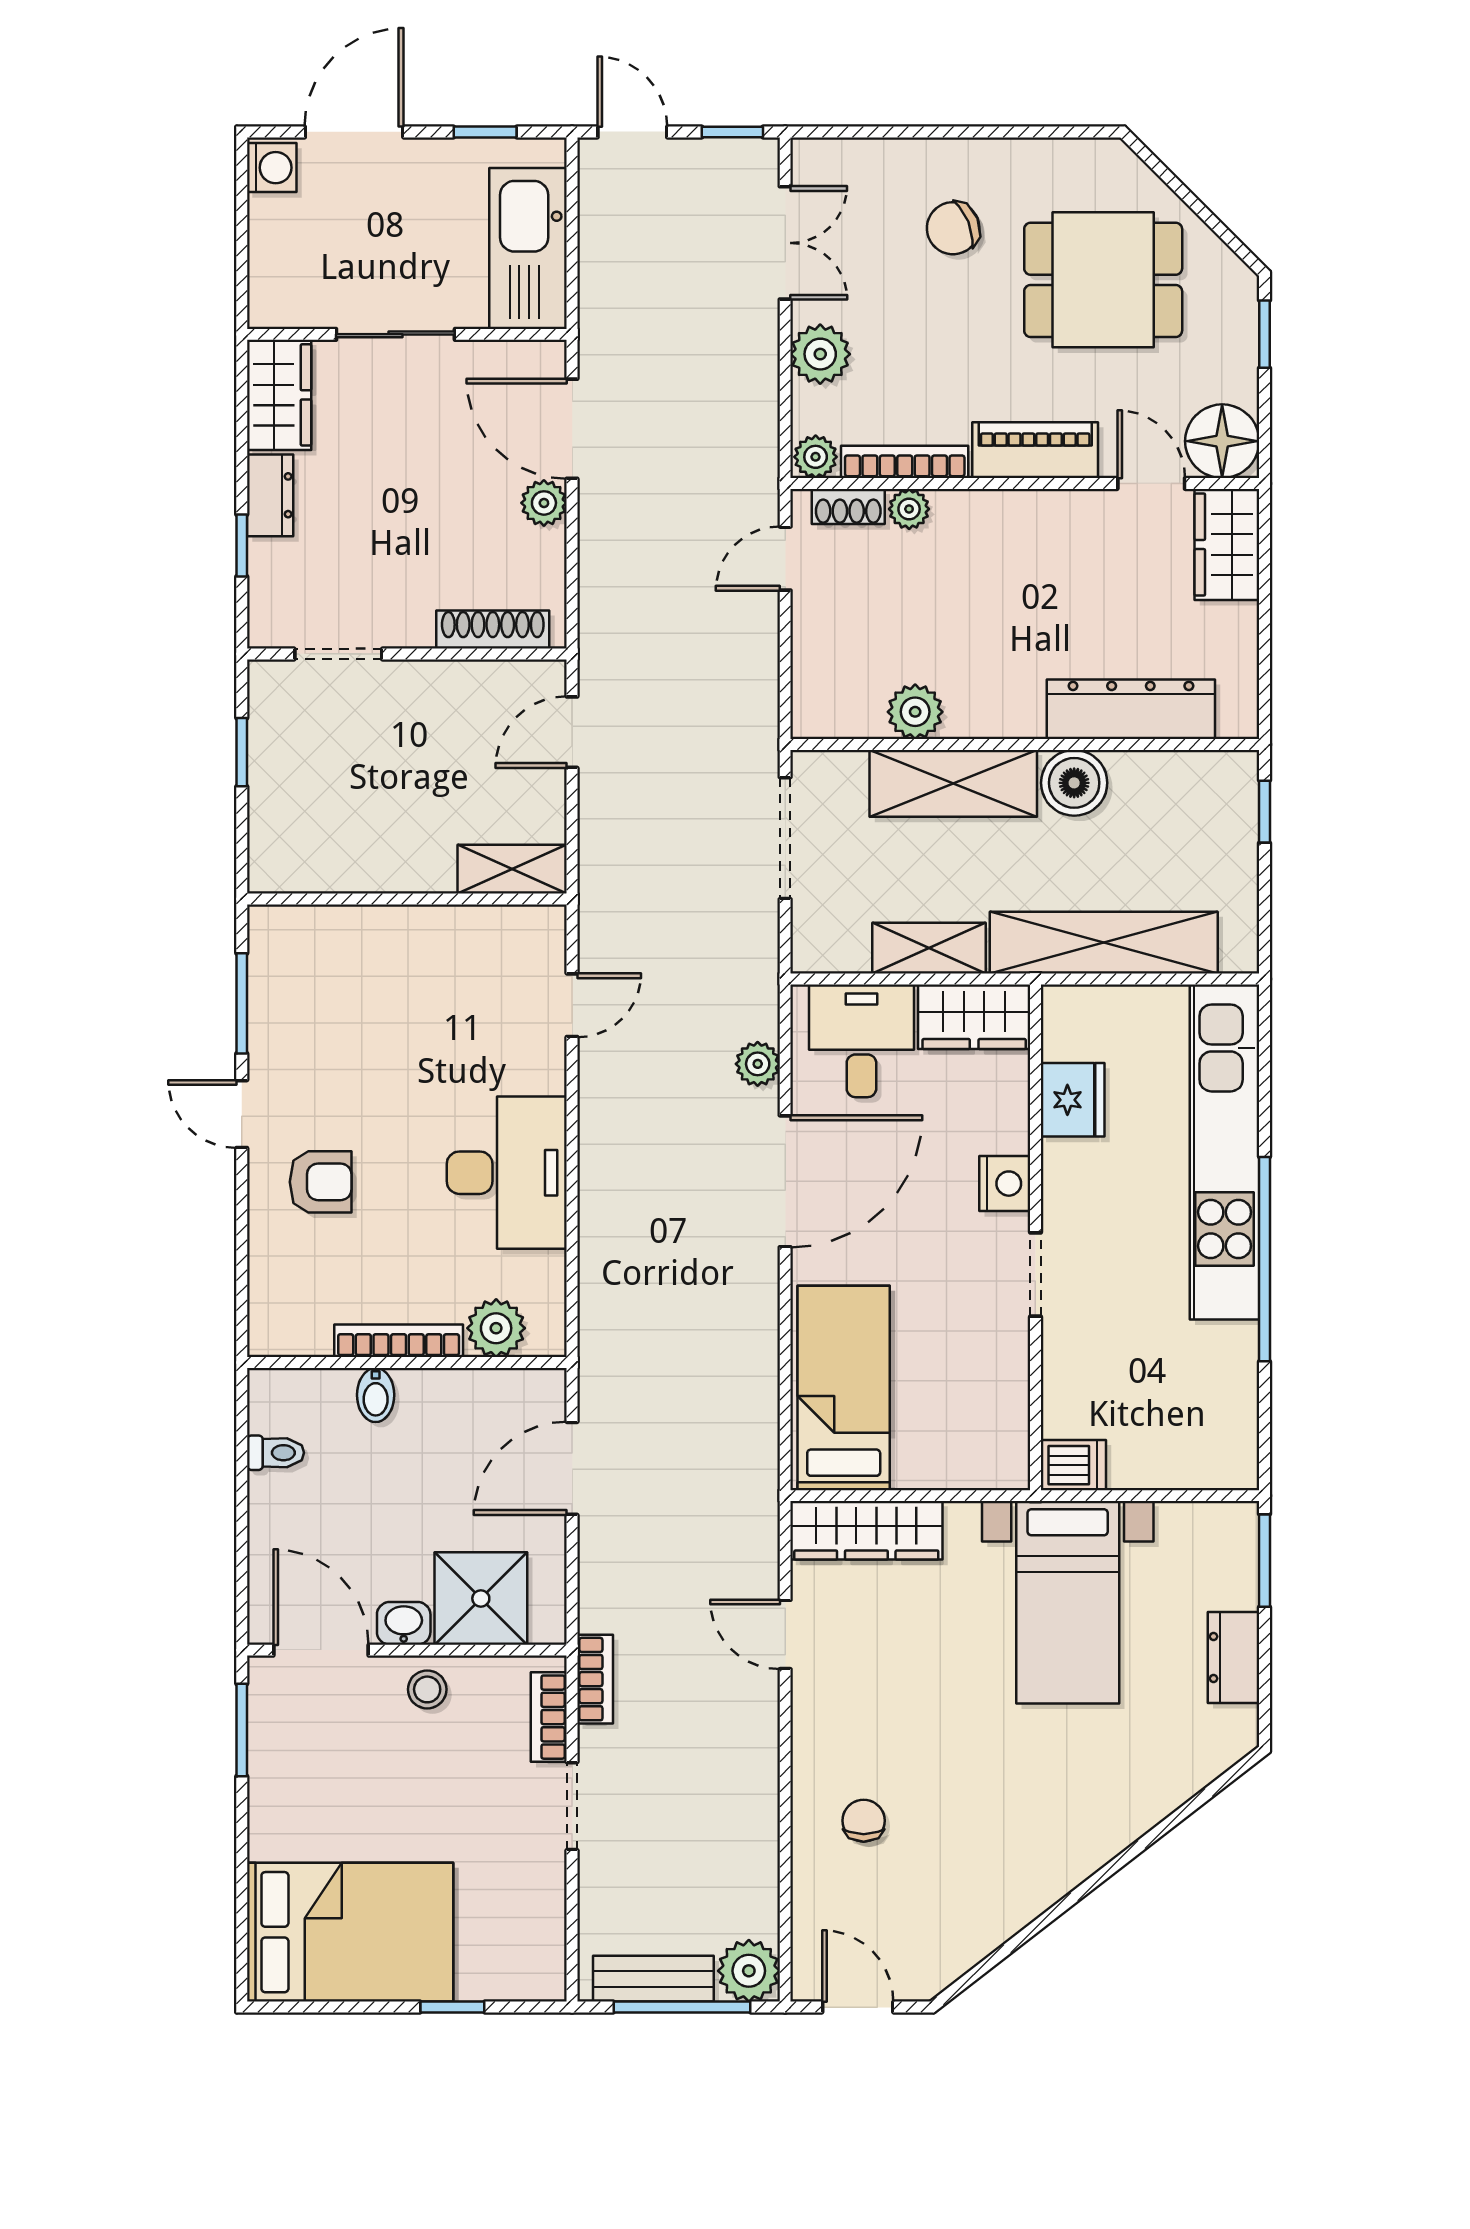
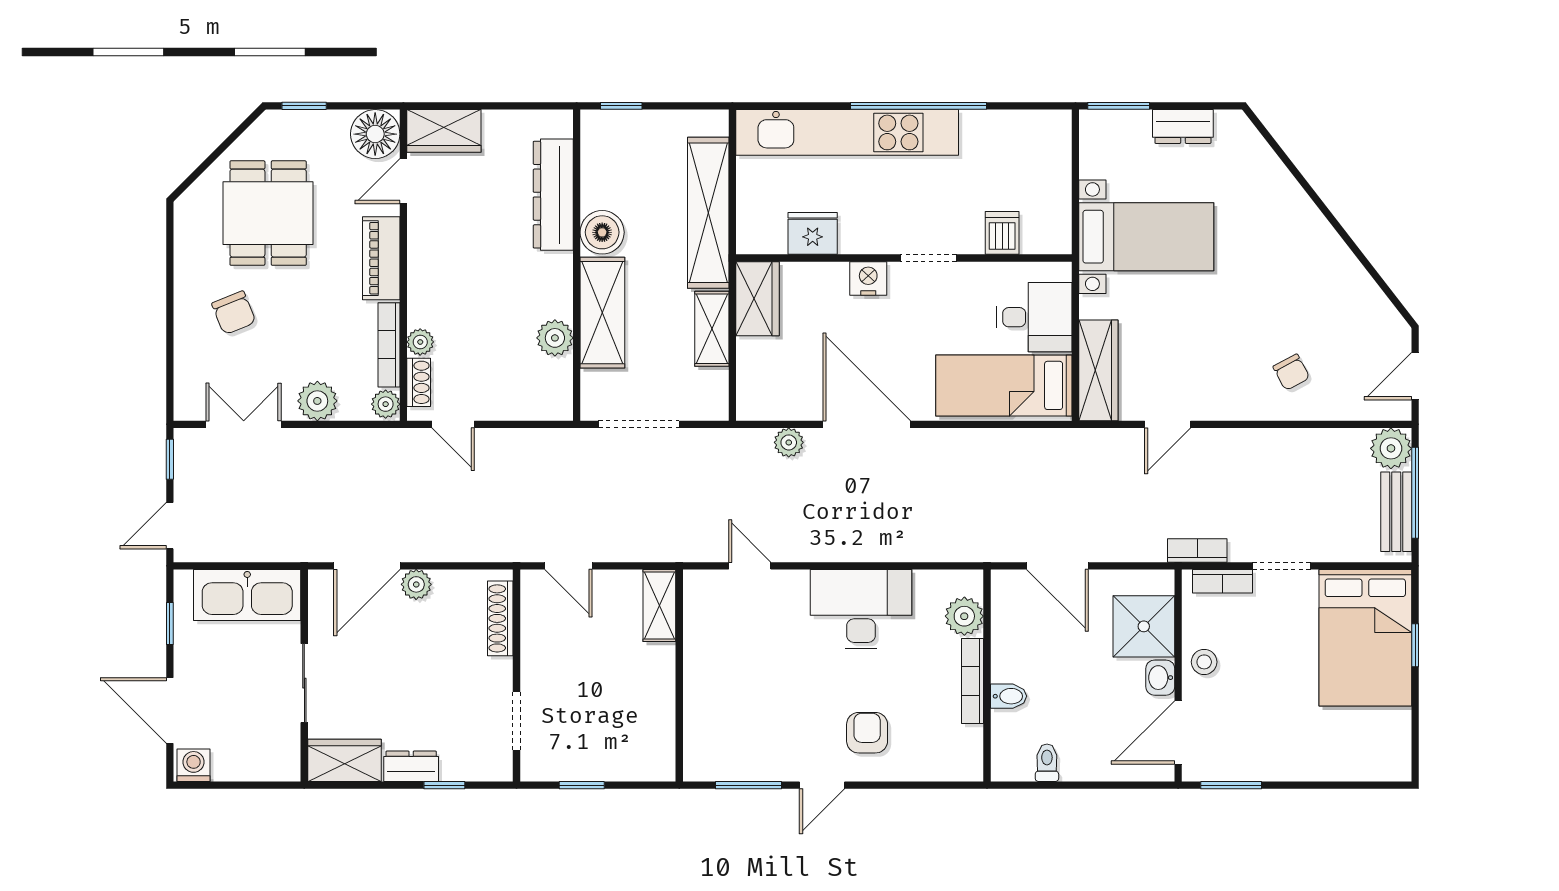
desk: (861, 1041) -> (1034, 317), moved, turned 180
dishwasher: (1073, 1465) -> (1002, 233), moved
chair: (864, 1821) -> (1291, 372), turned -118
bed: (350, 1932) -> (1365, 638), moved, turned 180

